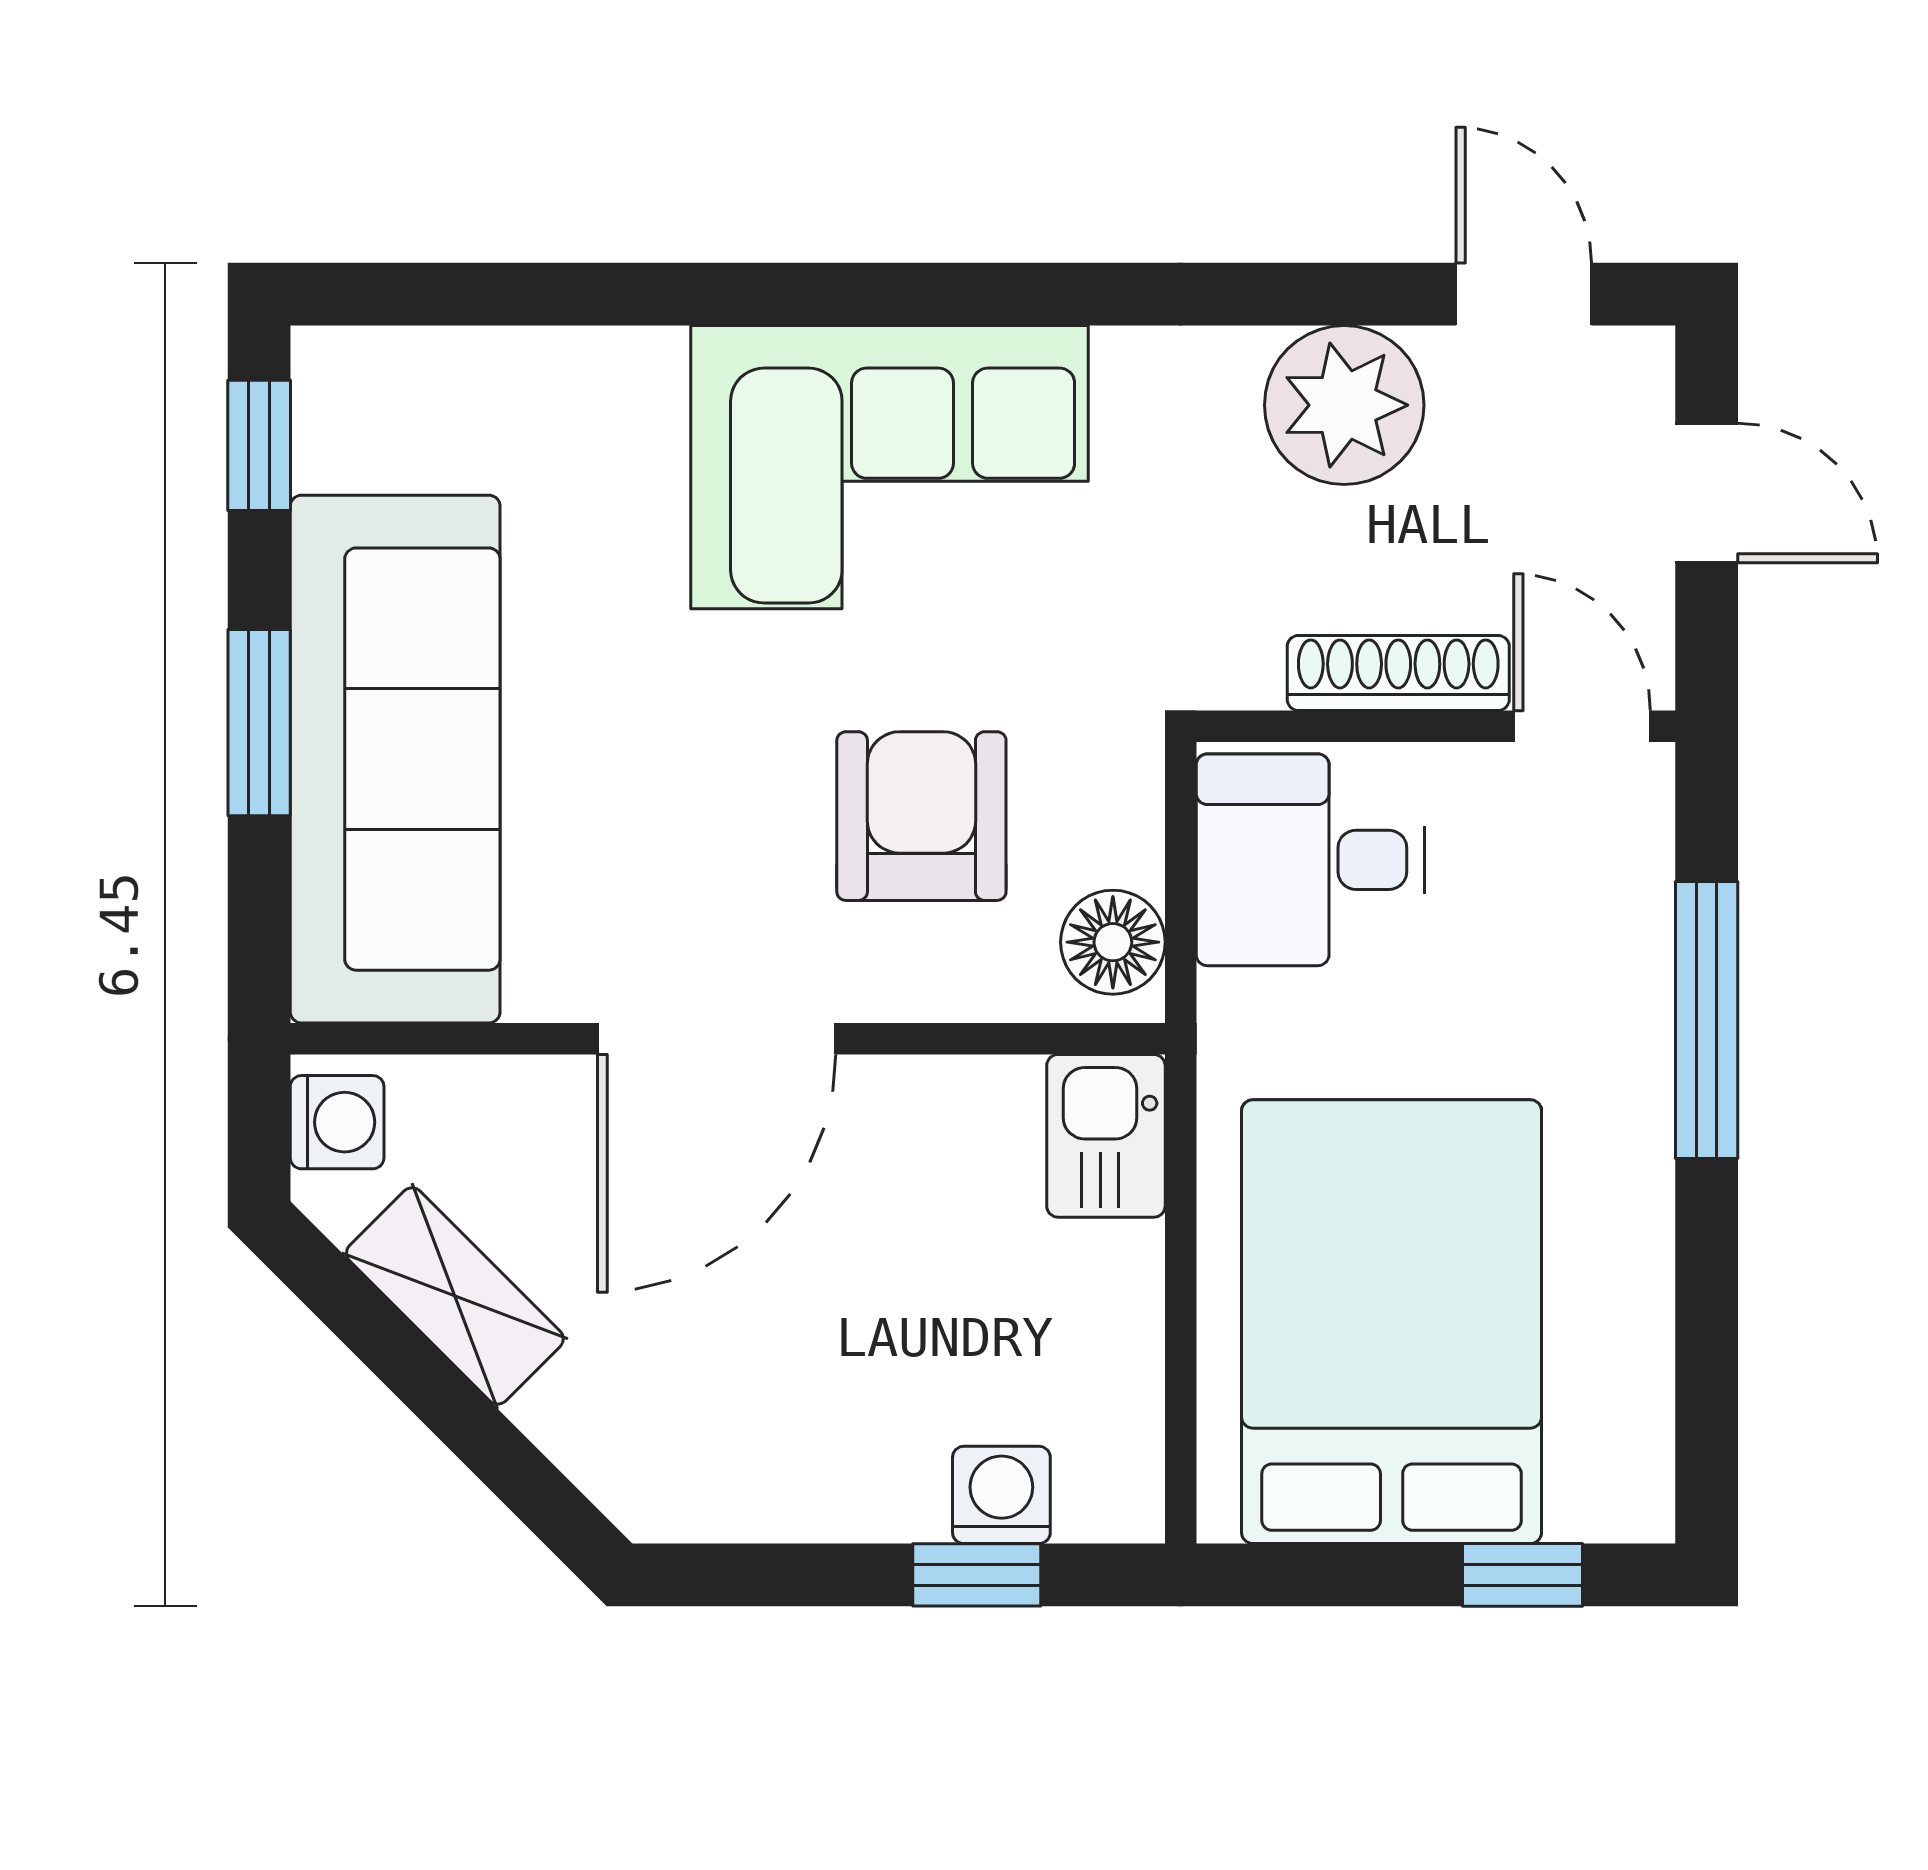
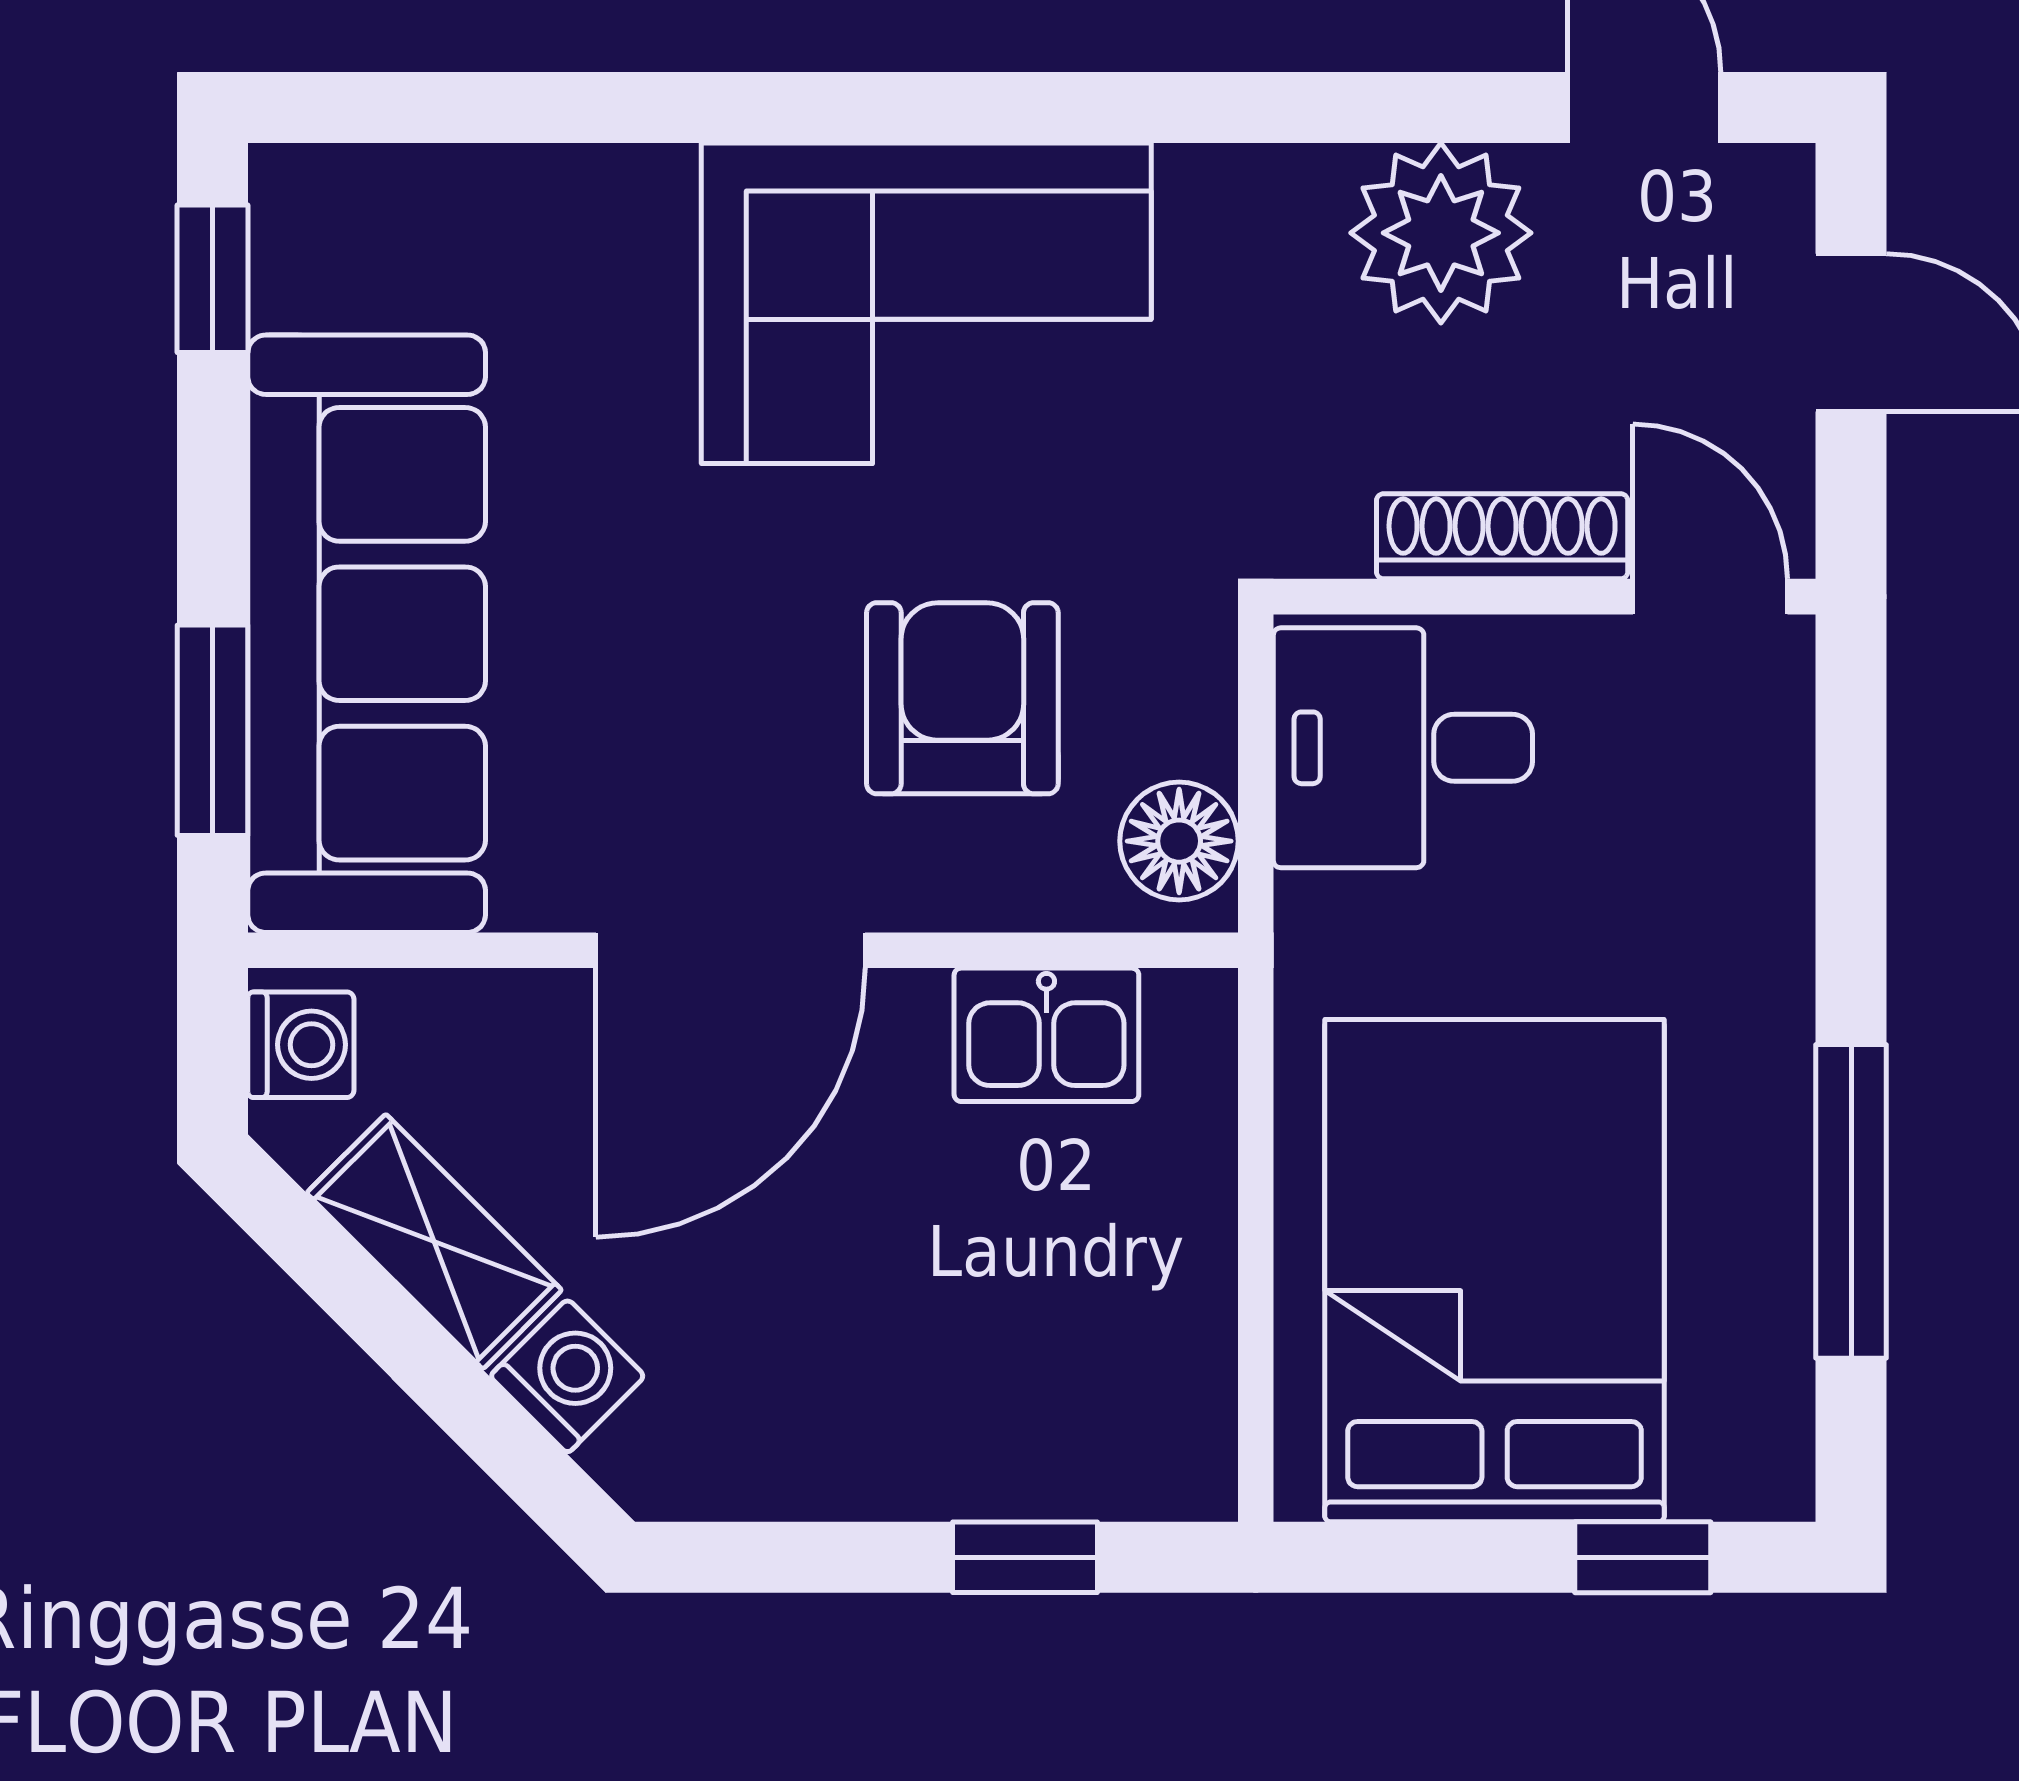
window: (259, 723) -> (213, 730), moved
window: (1707, 1020) -> (1851, 1201), moved
kitchen sink: (1106, 1136) -> (1046, 1035), moved, turned -90
washing machine: (1001, 1495) -> (567, 1376), moved, turned 45

